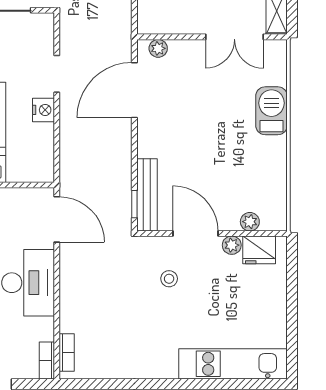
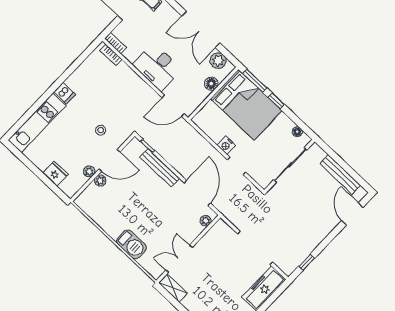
bench: (147, 195) -> (160, 168), moved
plant: (250, 222) -> (100, 181), moved
fridge: (259, 250) -> (56, 174), moved, turned 90
dishwasher: (166, 364) -> (65, 93), added

